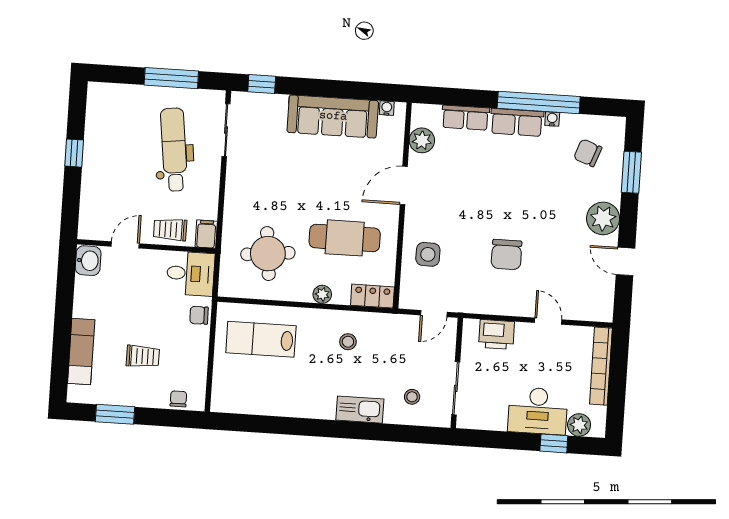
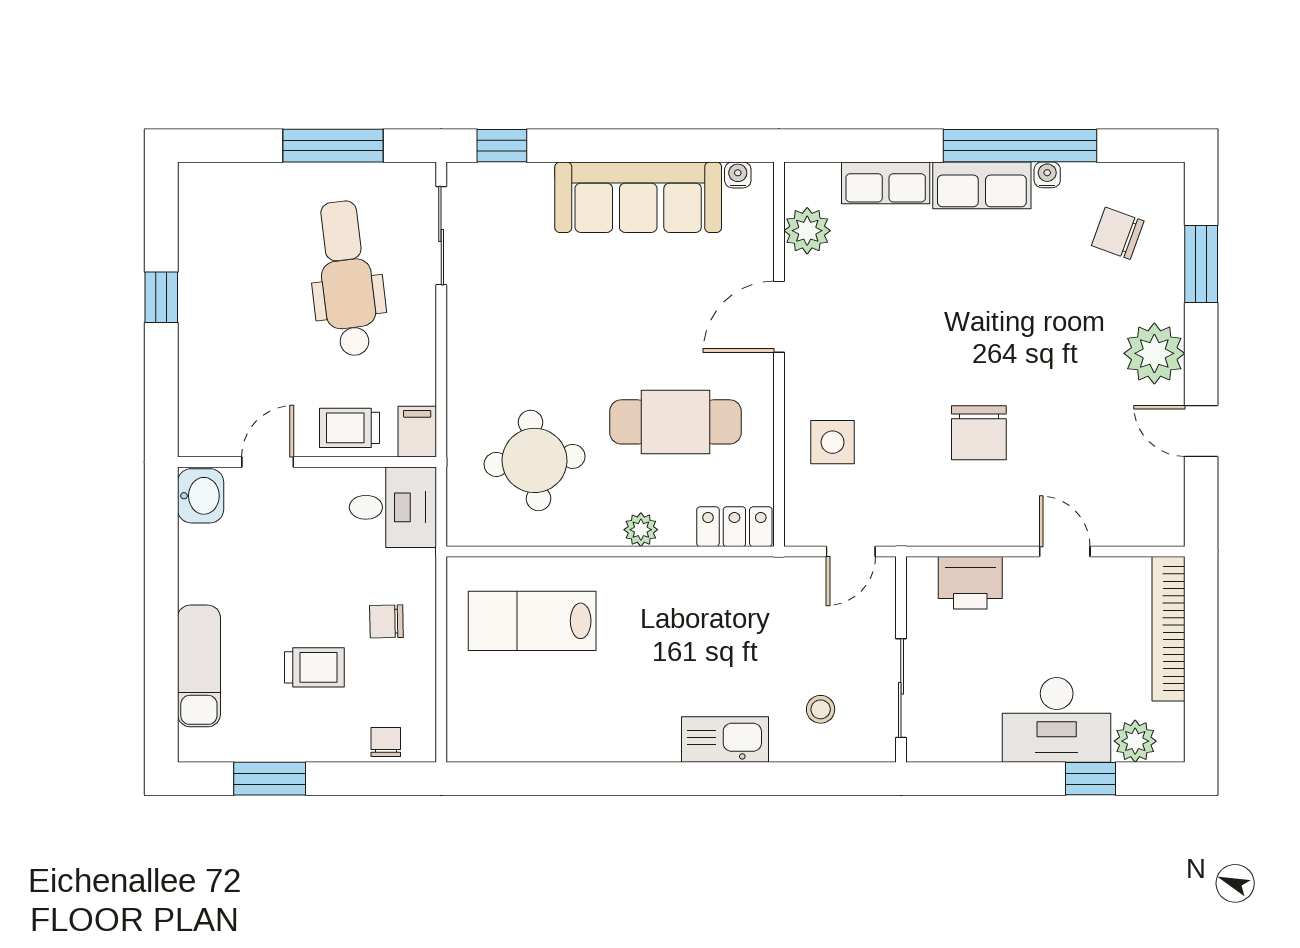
chair: (199, 315) -> (386, 621), moved
stool: (348, 342) -> (694, 615), removed

